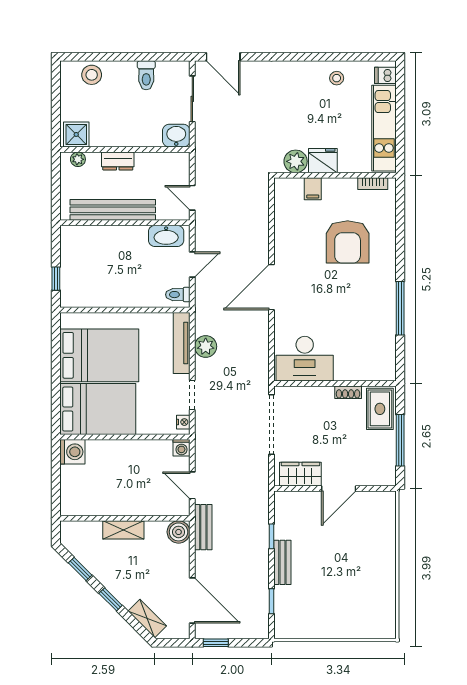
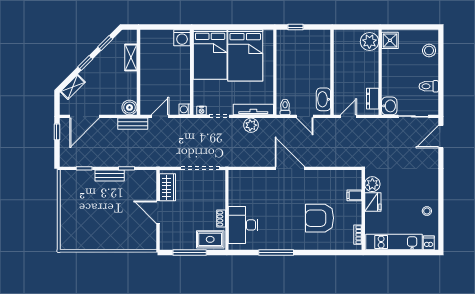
plant: (78, 159) -> (369, 42), width x1.88, depth x1.88
dresser: (118, 161) -> (373, 99), moved
bench: (113, 210) -> (341, 64), removed
desk: (305, 359) -> (243, 225), moved
shelving: (123, 530) -> (131, 58), moved

